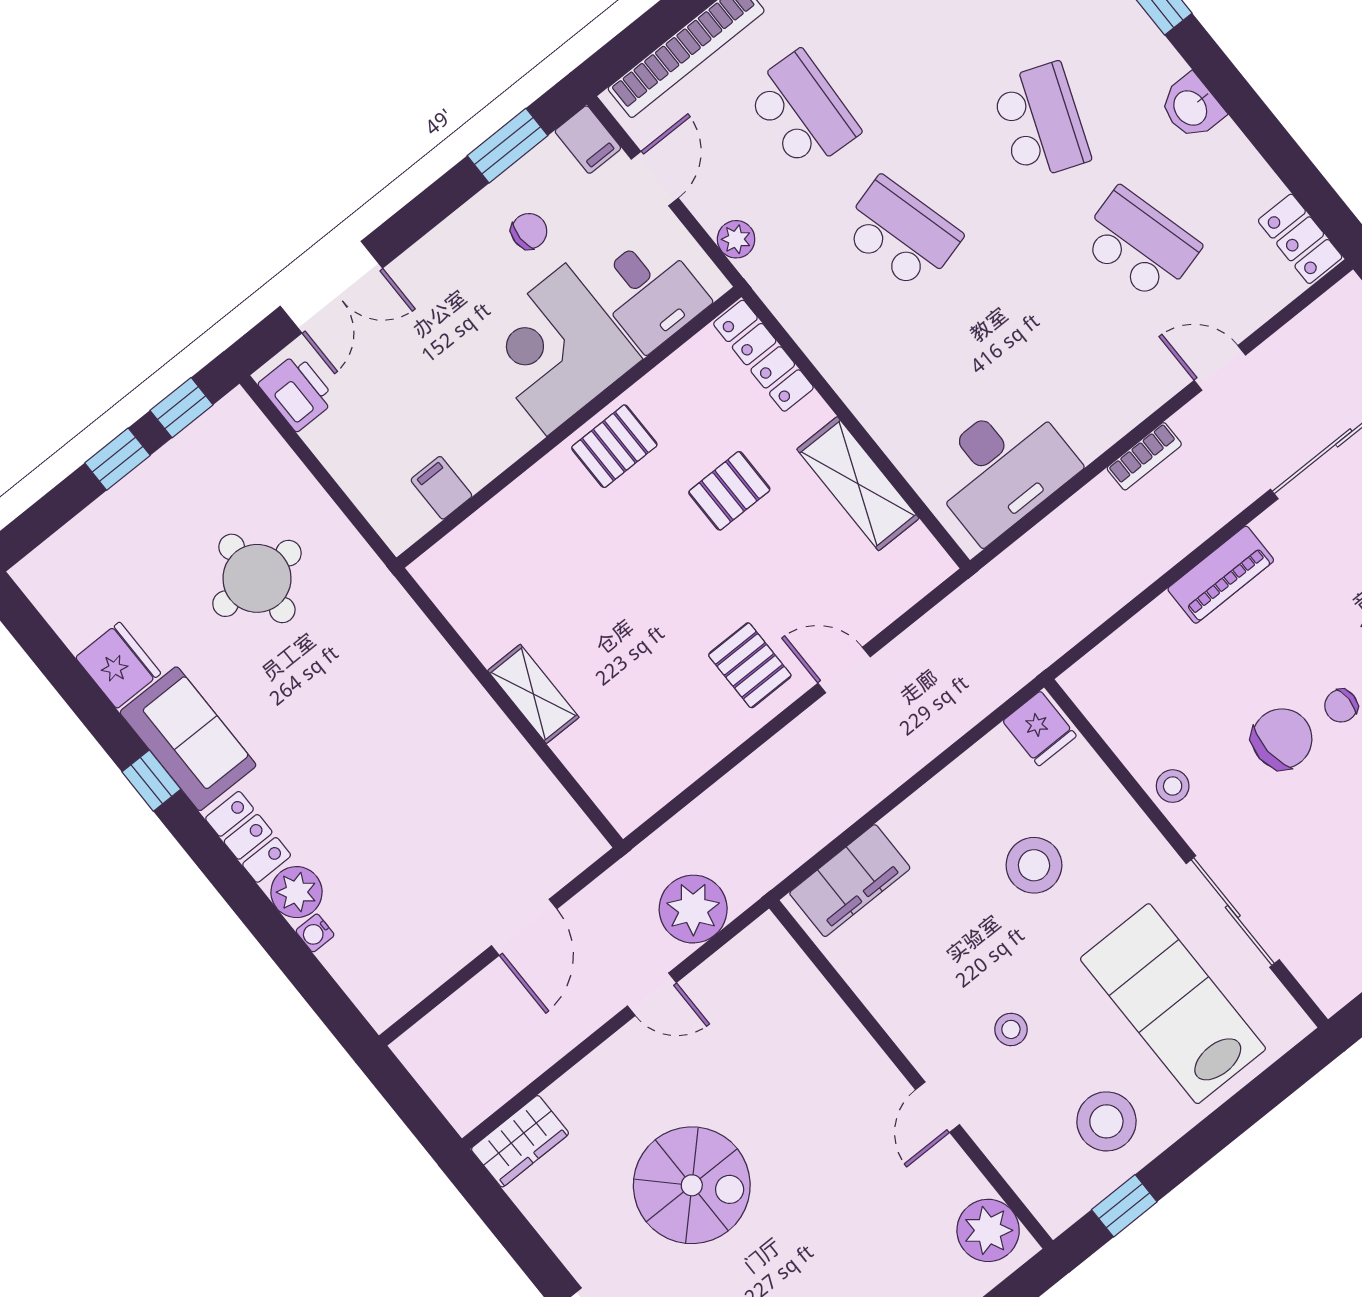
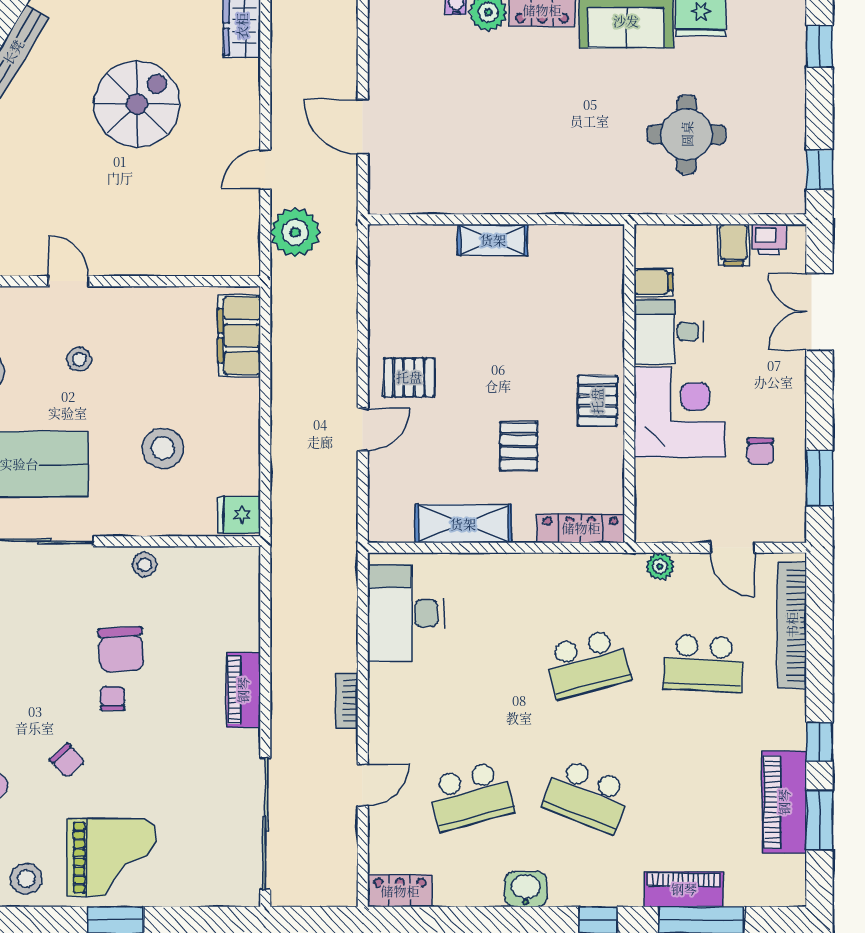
filing cabinet: (588, 140) -> (734, 245), moved, turned -90
desk: (650, 293) -> (669, 332), moved
printer: (297, 392) -> (769, 240), width x0.73, depth x0.81
window: (117, 459) -> (819, 46), moved
spiral stairs: (692, 1185) -> (137, 104), turned 180

